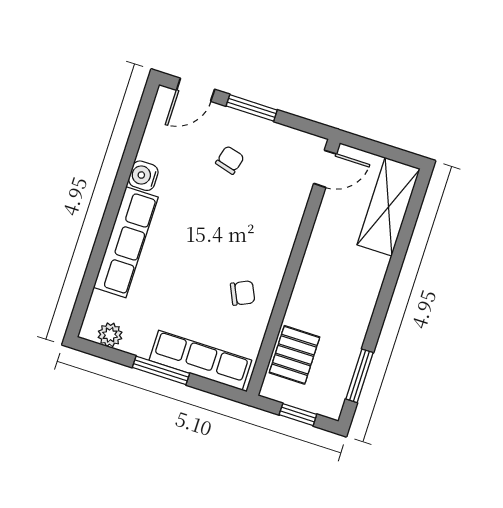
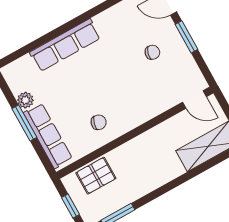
water cooler: (143, 176) -> (104, 21), removed
chair: (243, 293) -> (99, 122), turned -50
plant: (110, 335) -> (25, 100), moved

